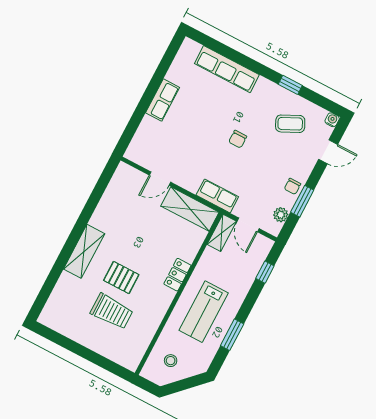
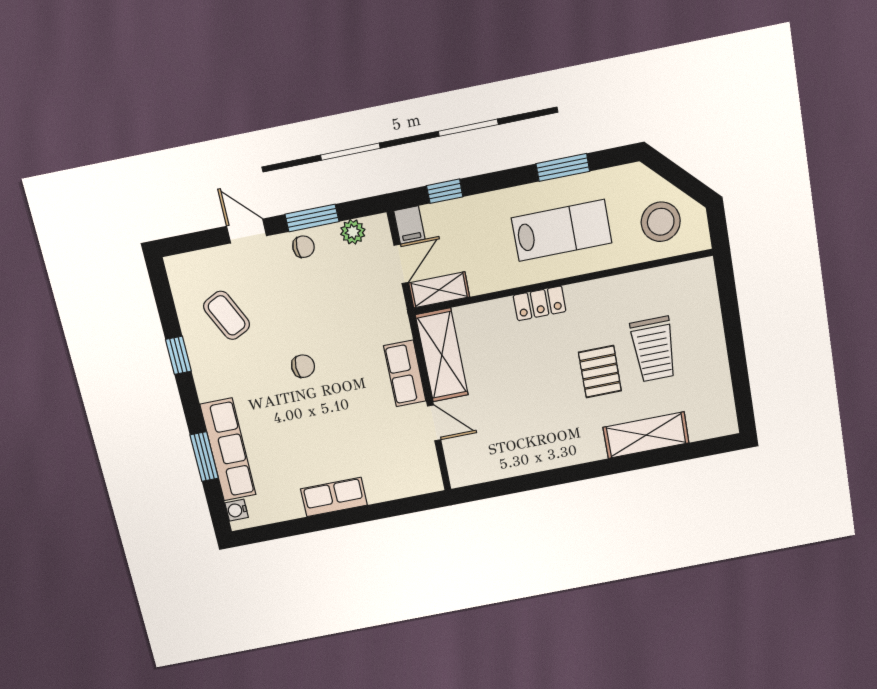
window: (233, 55) -> (204, 457), added
water cooler: (332, 120) -> (237, 510), moved
door: (328, 152) -> (247, 231), moved
row of seats: (217, 196) -> (405, 373), moved
filing cabinet: (263, 243) -> (409, 225), added
shelving: (84, 251) -> (646, 435), moved
trolley: (112, 311) -> (654, 349), turned 180
stool: (171, 361) -> (661, 222), width x1.89, depth x1.89

